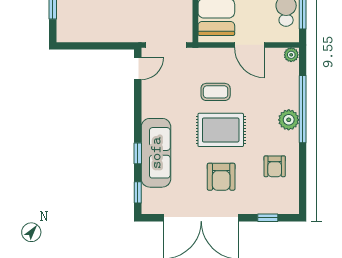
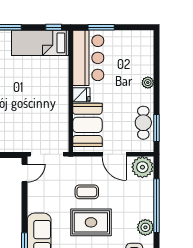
plant: (291, 55) -> (142, 167), width x1.88, depth x1.88
plant: (289, 120) -> (145, 227), moved

